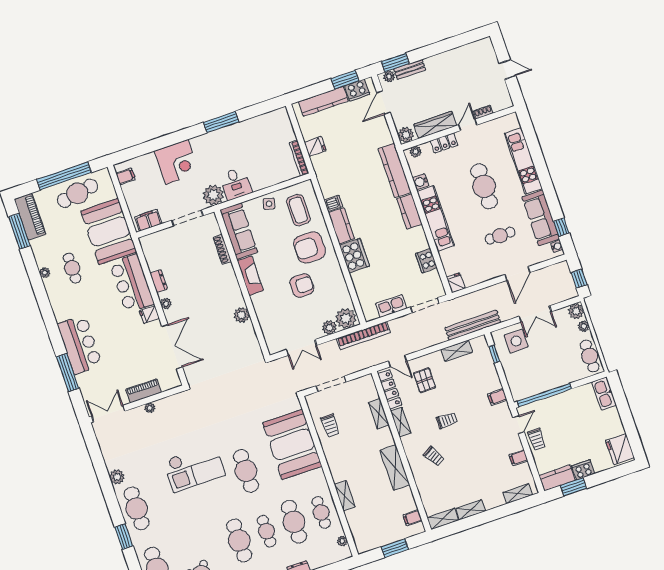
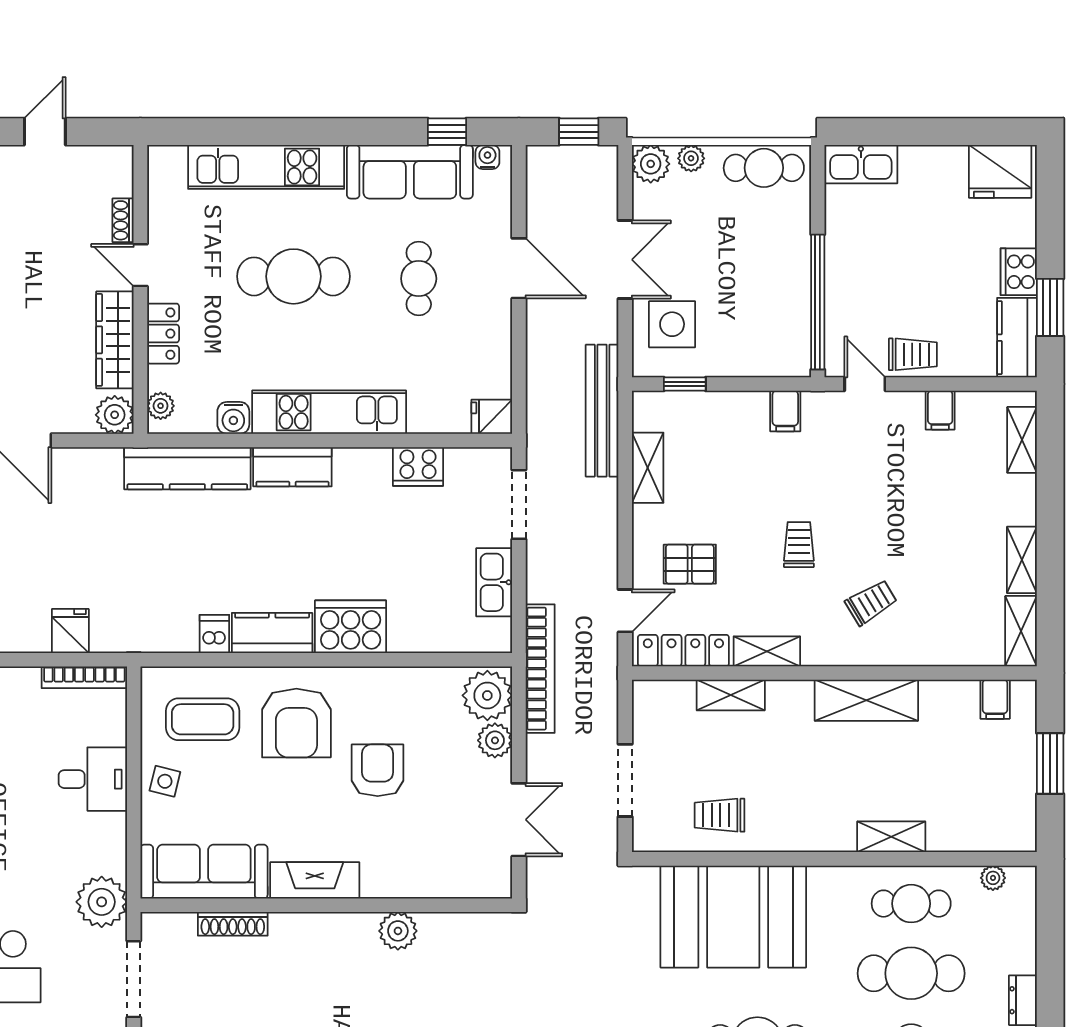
desk: (236, 184) -> (93, 779), moved
trolley: (330, 426) -> (720, 815), turned 180

